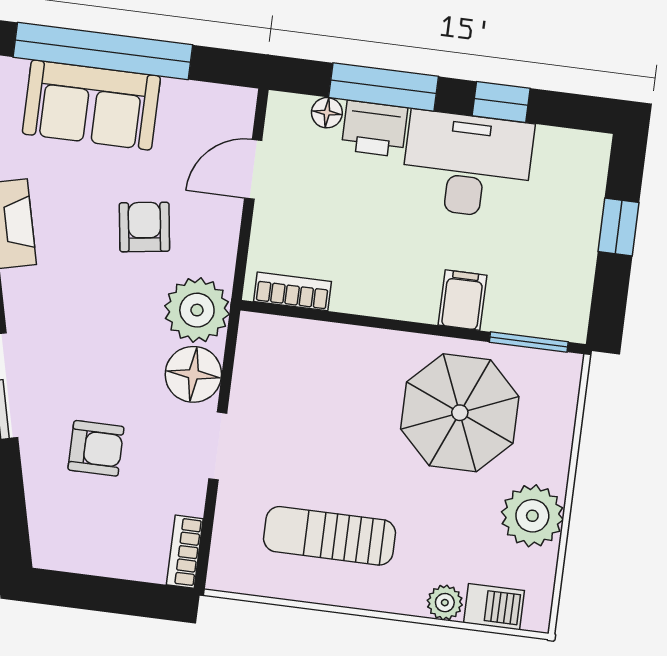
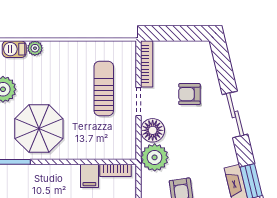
filing cabinet: (463, 300) -> (89, 176), moved
sun lounger: (330, 536) -> (104, 88), moved, turned -90
bookcase: (185, 552) -> (147, 64), width x1.56

